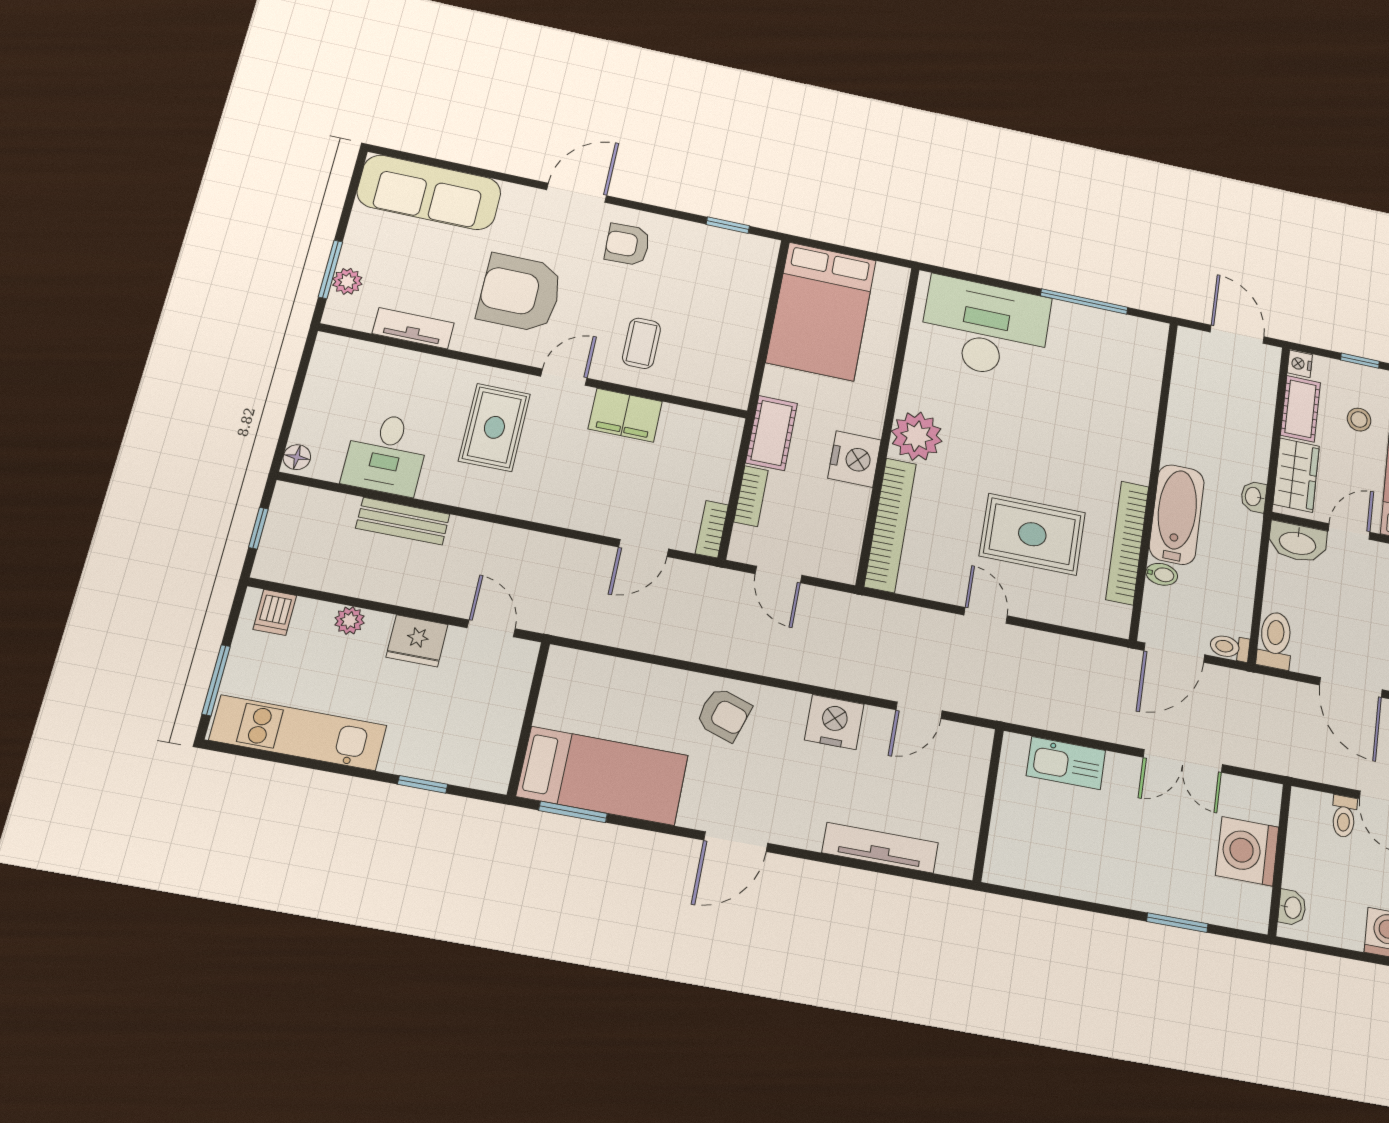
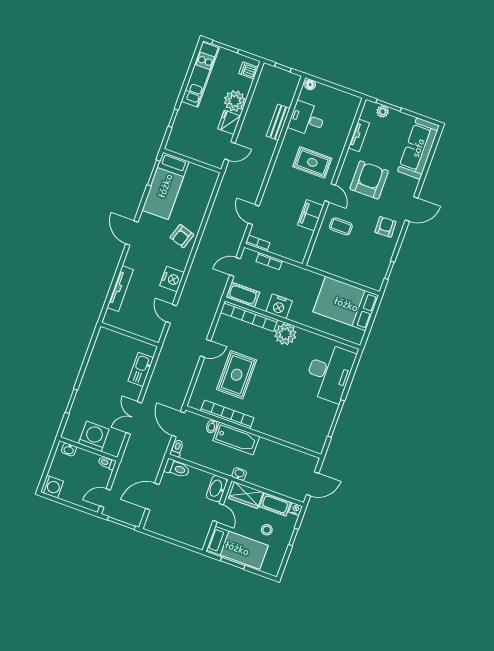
door: (577, 193) -> (411, 209), hinge flipped
cot: (772, 433) -> (243, 295), moved
plant: (350, 620) -> (235, 101), width x1.87, depth x1.87
toilet: (1344, 816) -> (107, 463), moved

